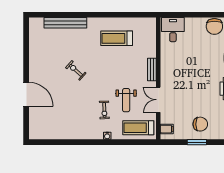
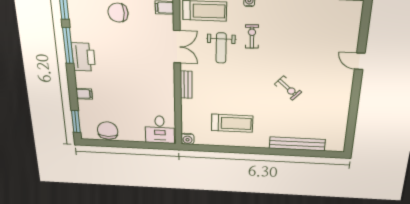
water cooler: (151, 22) -> (187, 139), added
door: (26, 94) -> (360, 61), width x0.53
weight bench: (126, 100) -> (221, 48), turned 180

